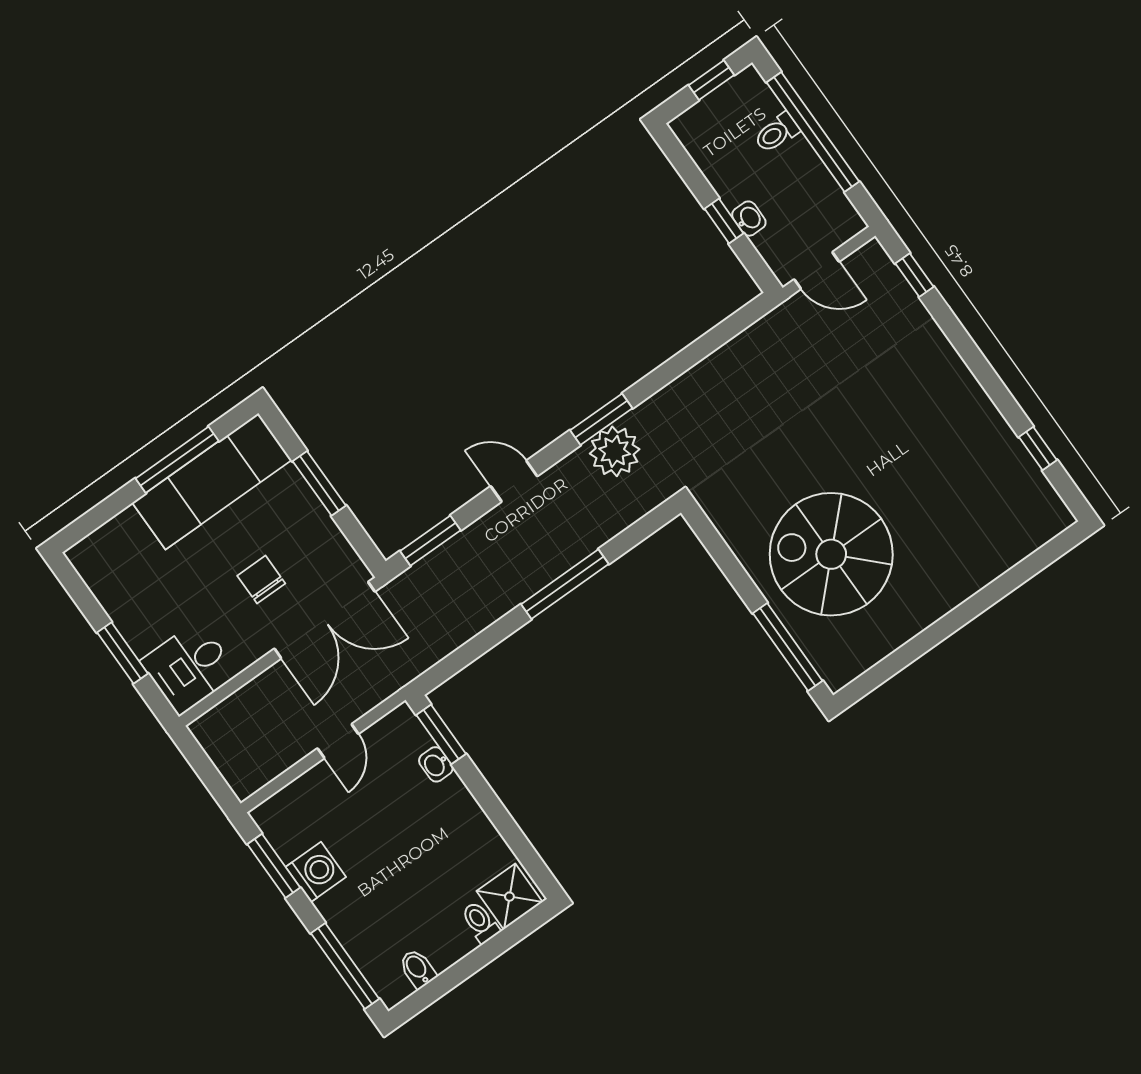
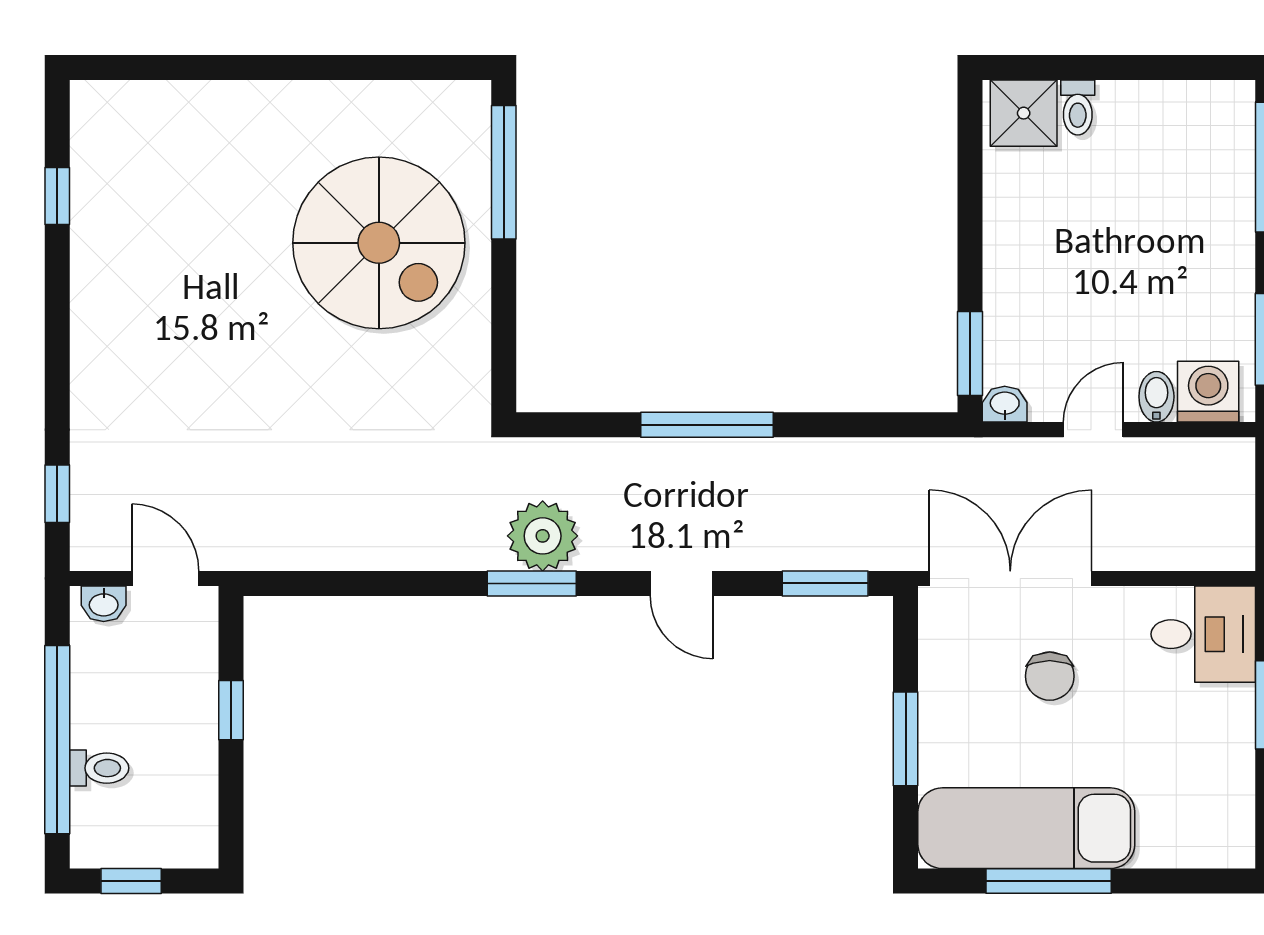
washbasin: (749, 219) -> (104, 604), moved, turned -90
washbasin: (436, 764) -> (1005, 404), moved, turned -90
washing machine: (316, 872) -> (1208, 392), moved, turned 90
bidet: (418, 969) -> (1156, 397), moved, turned 180

